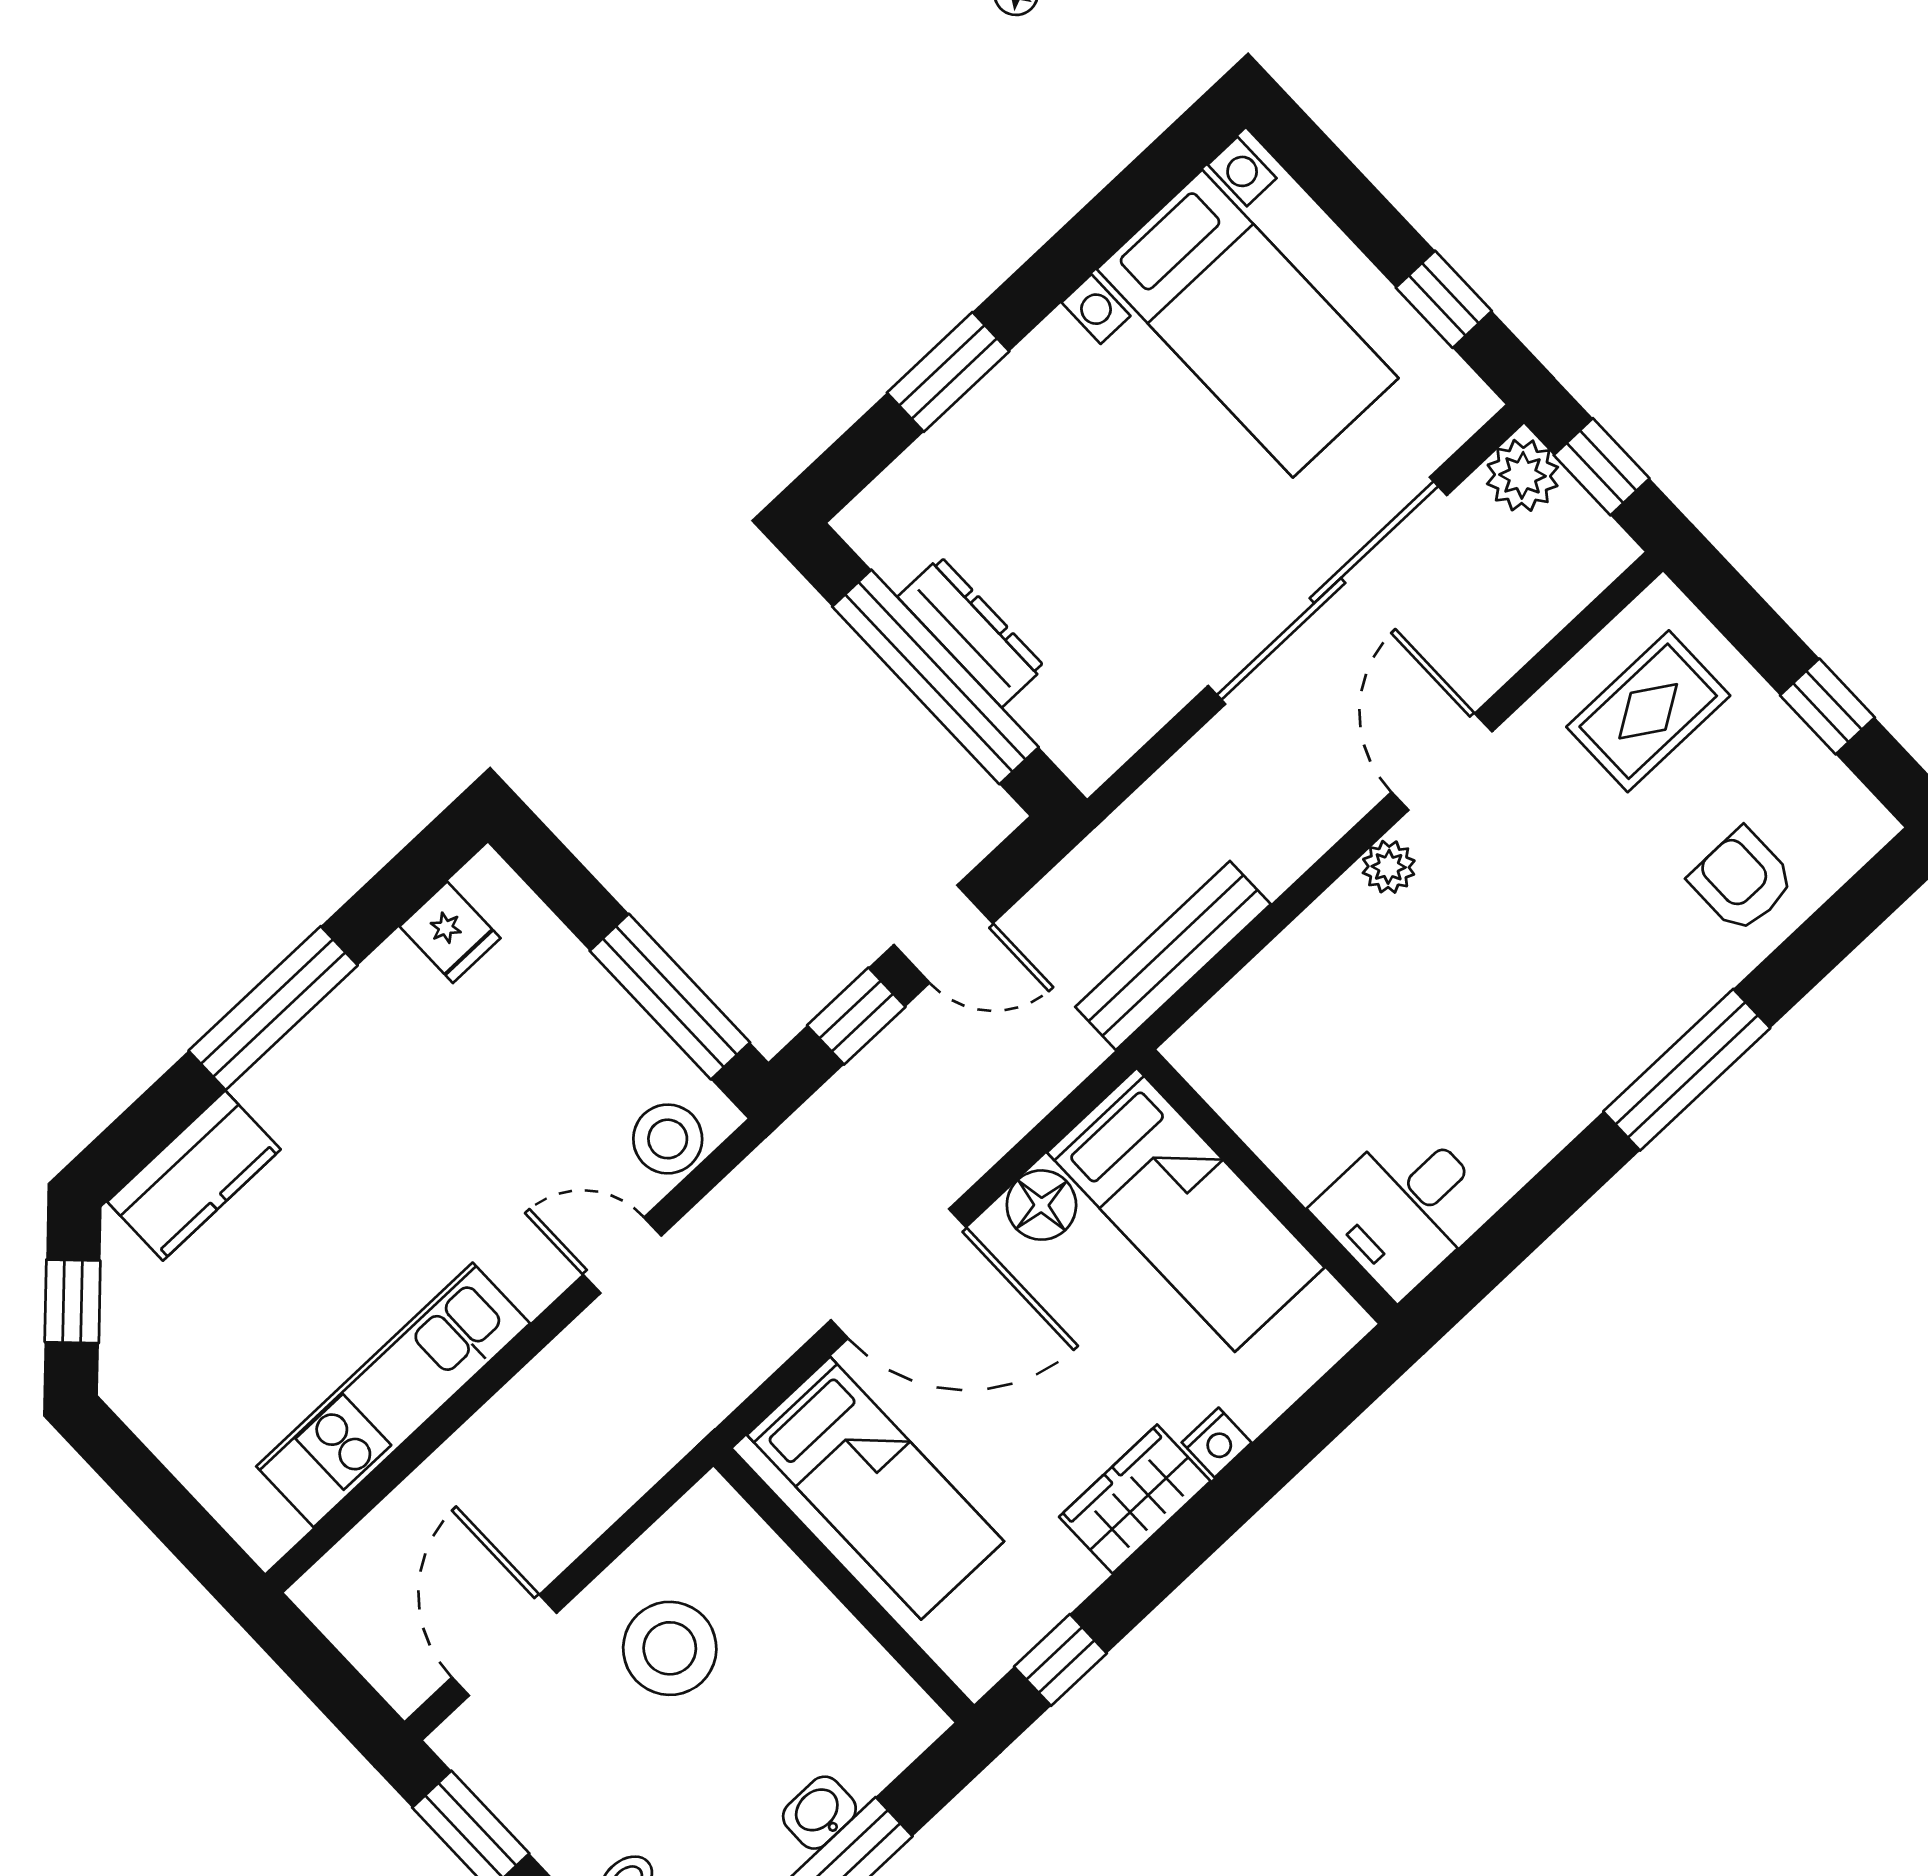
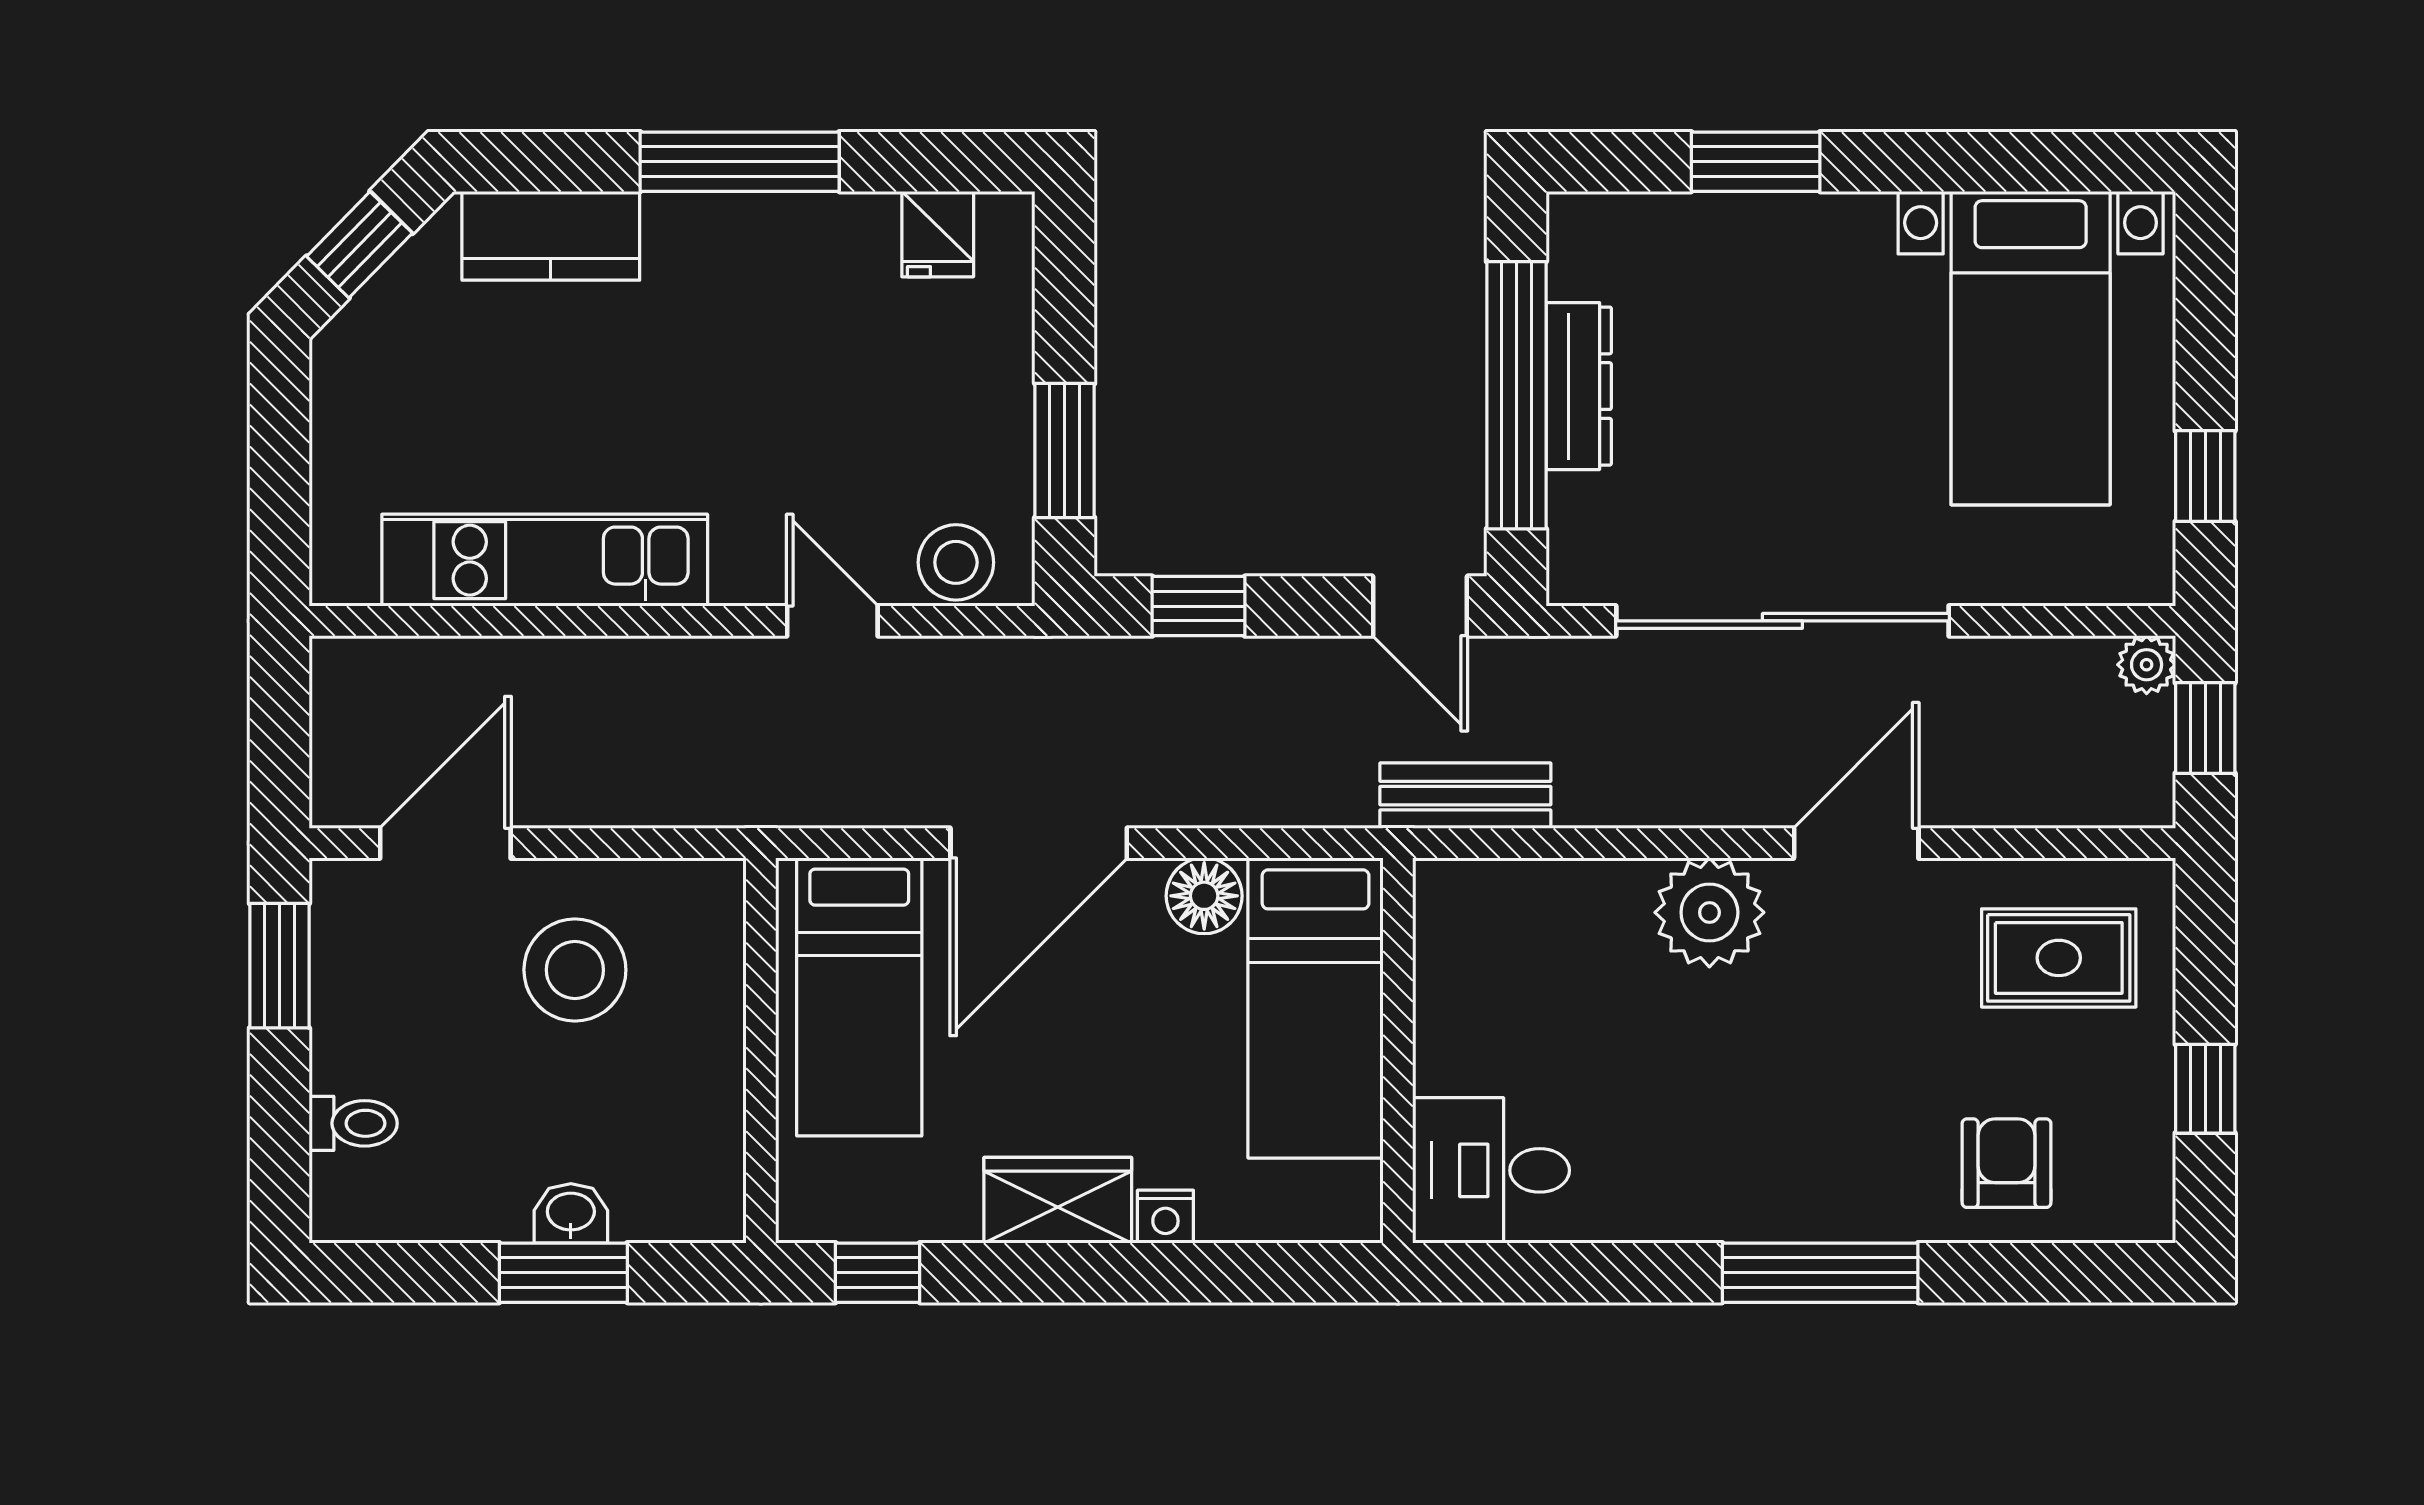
plant: (1523, 475) -> (2147, 665), width x0.73, depth x0.73
sliding door: (1327, 591) -> (1782, 621), moved
plant: (1389, 867) -> (1709, 912), width x1.88, depth x1.88
door: (943, 934) -> (1420, 606), moved
bench: (1173, 955) -> (1465, 796), width x0.73
window: (670, 997) -> (1065, 451), width x0.69
door: (898, 1274) -> (1039, 843), hinge flipped

